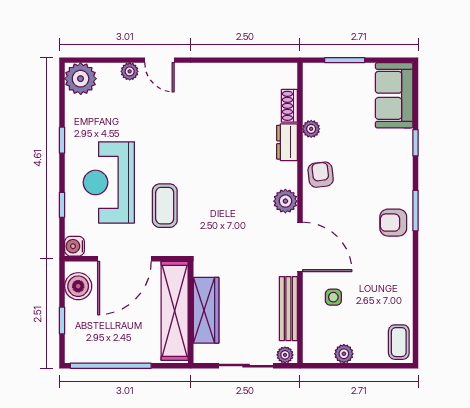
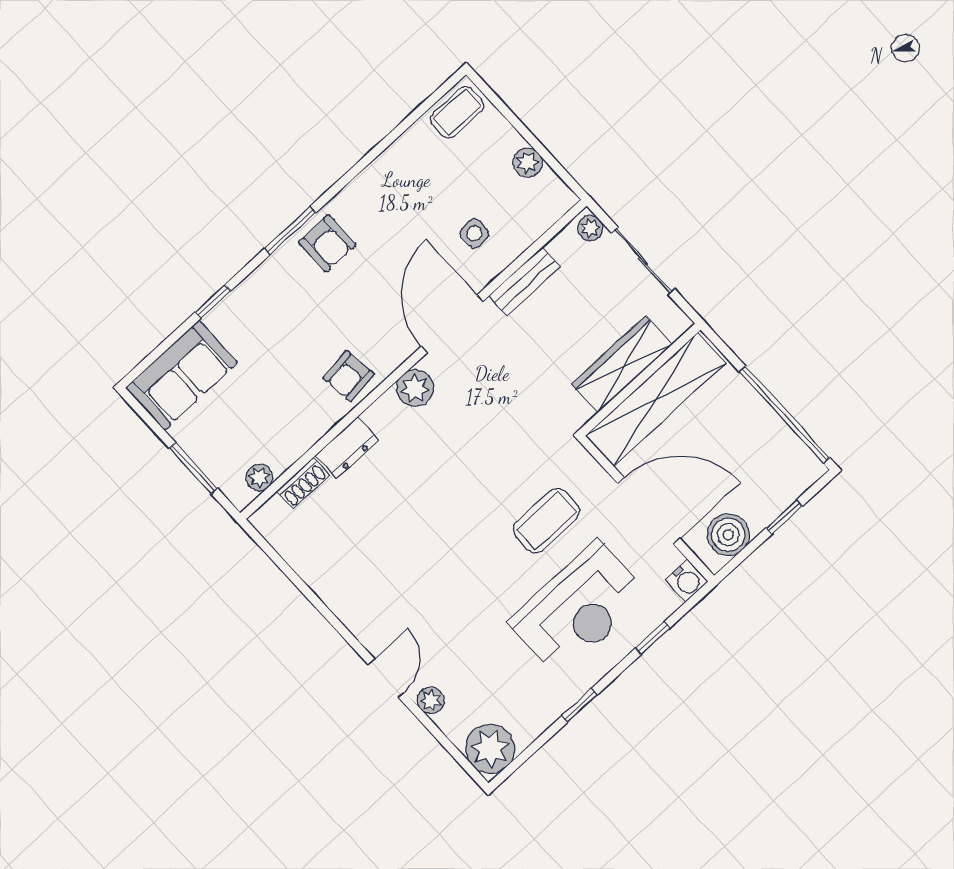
plant: (311, 129) -> (259, 478), moved
bench: (288, 309) -> (525, 282), width x0.73

